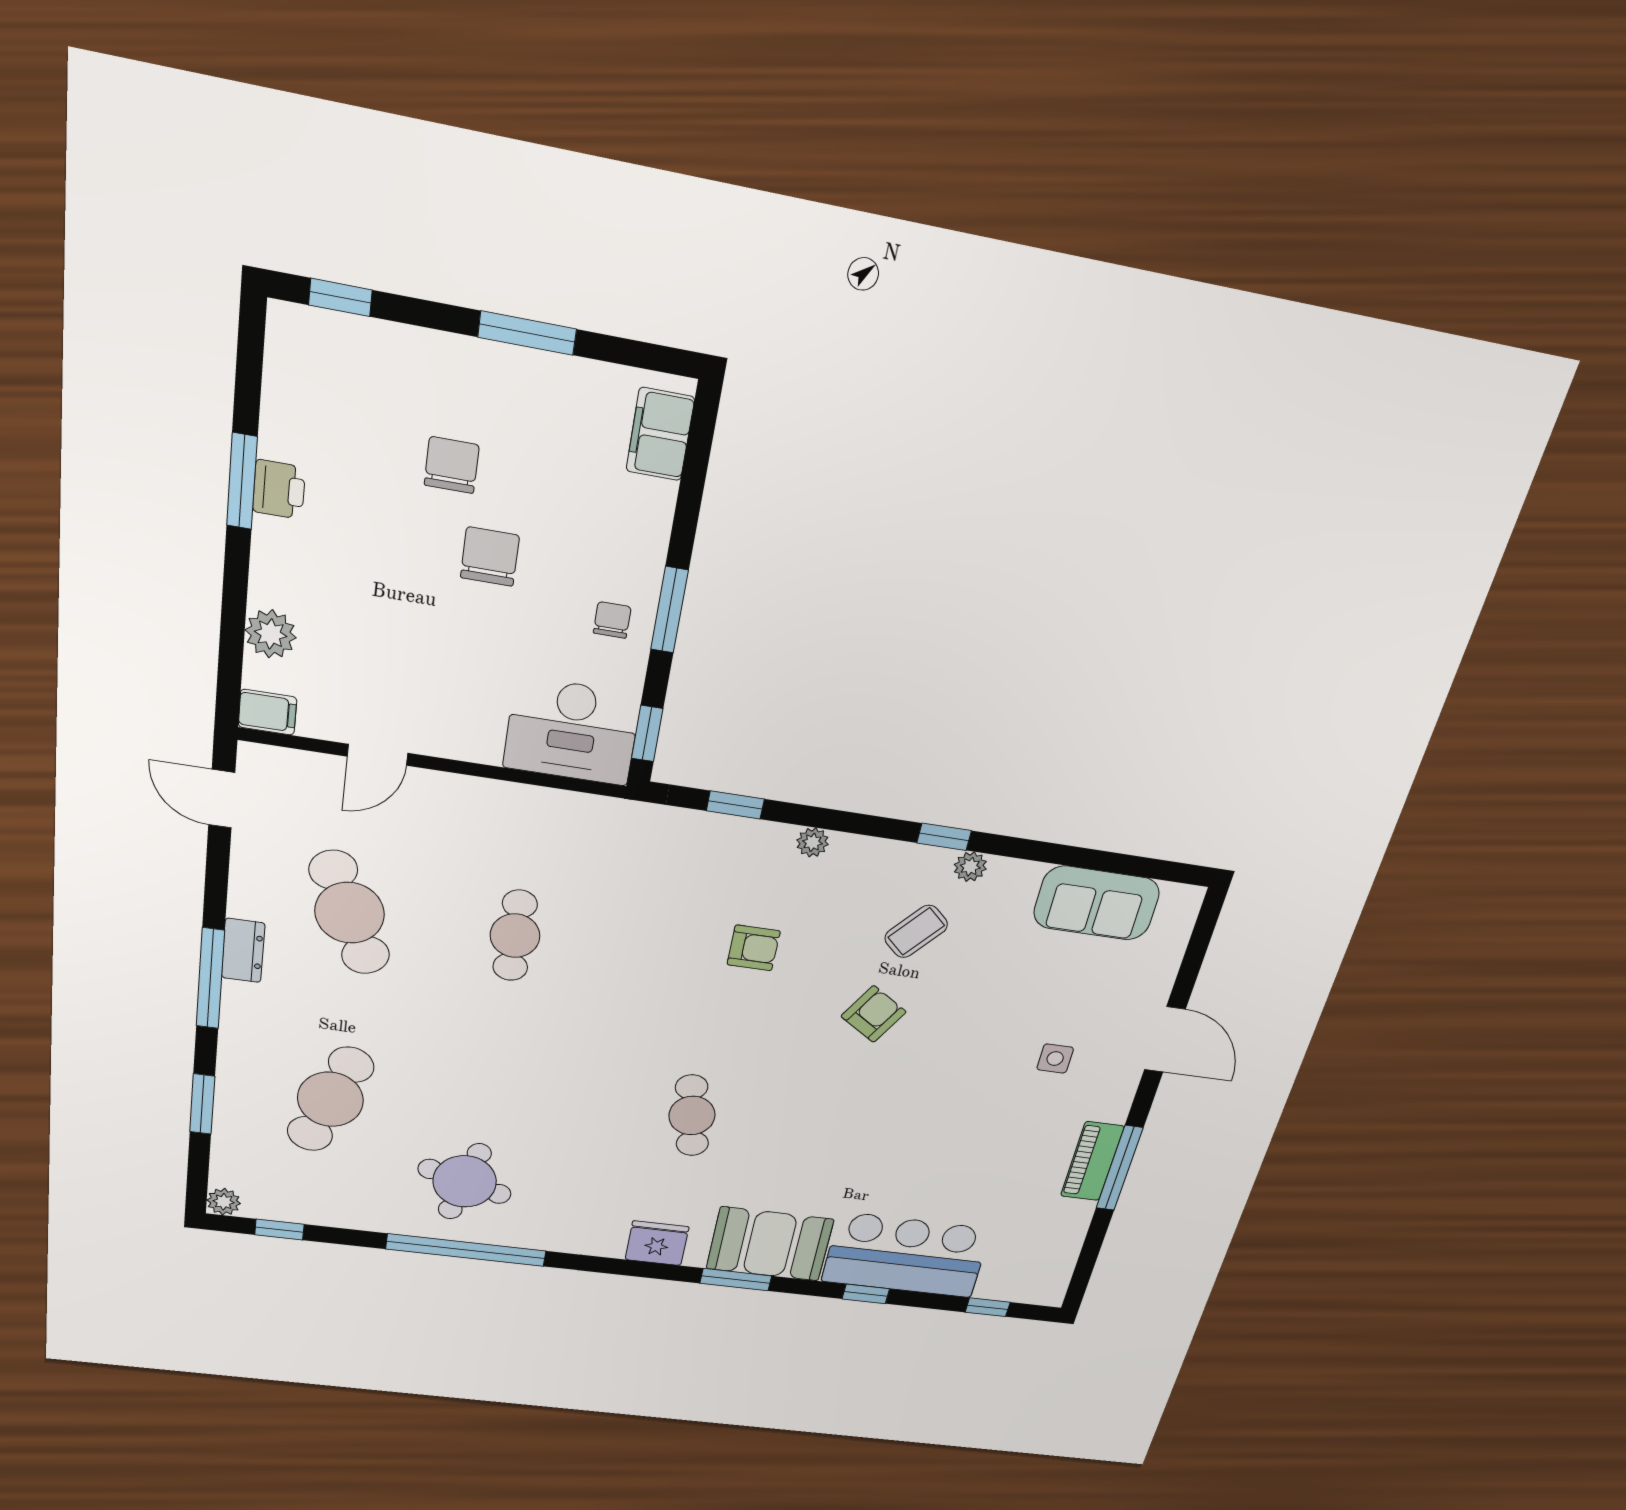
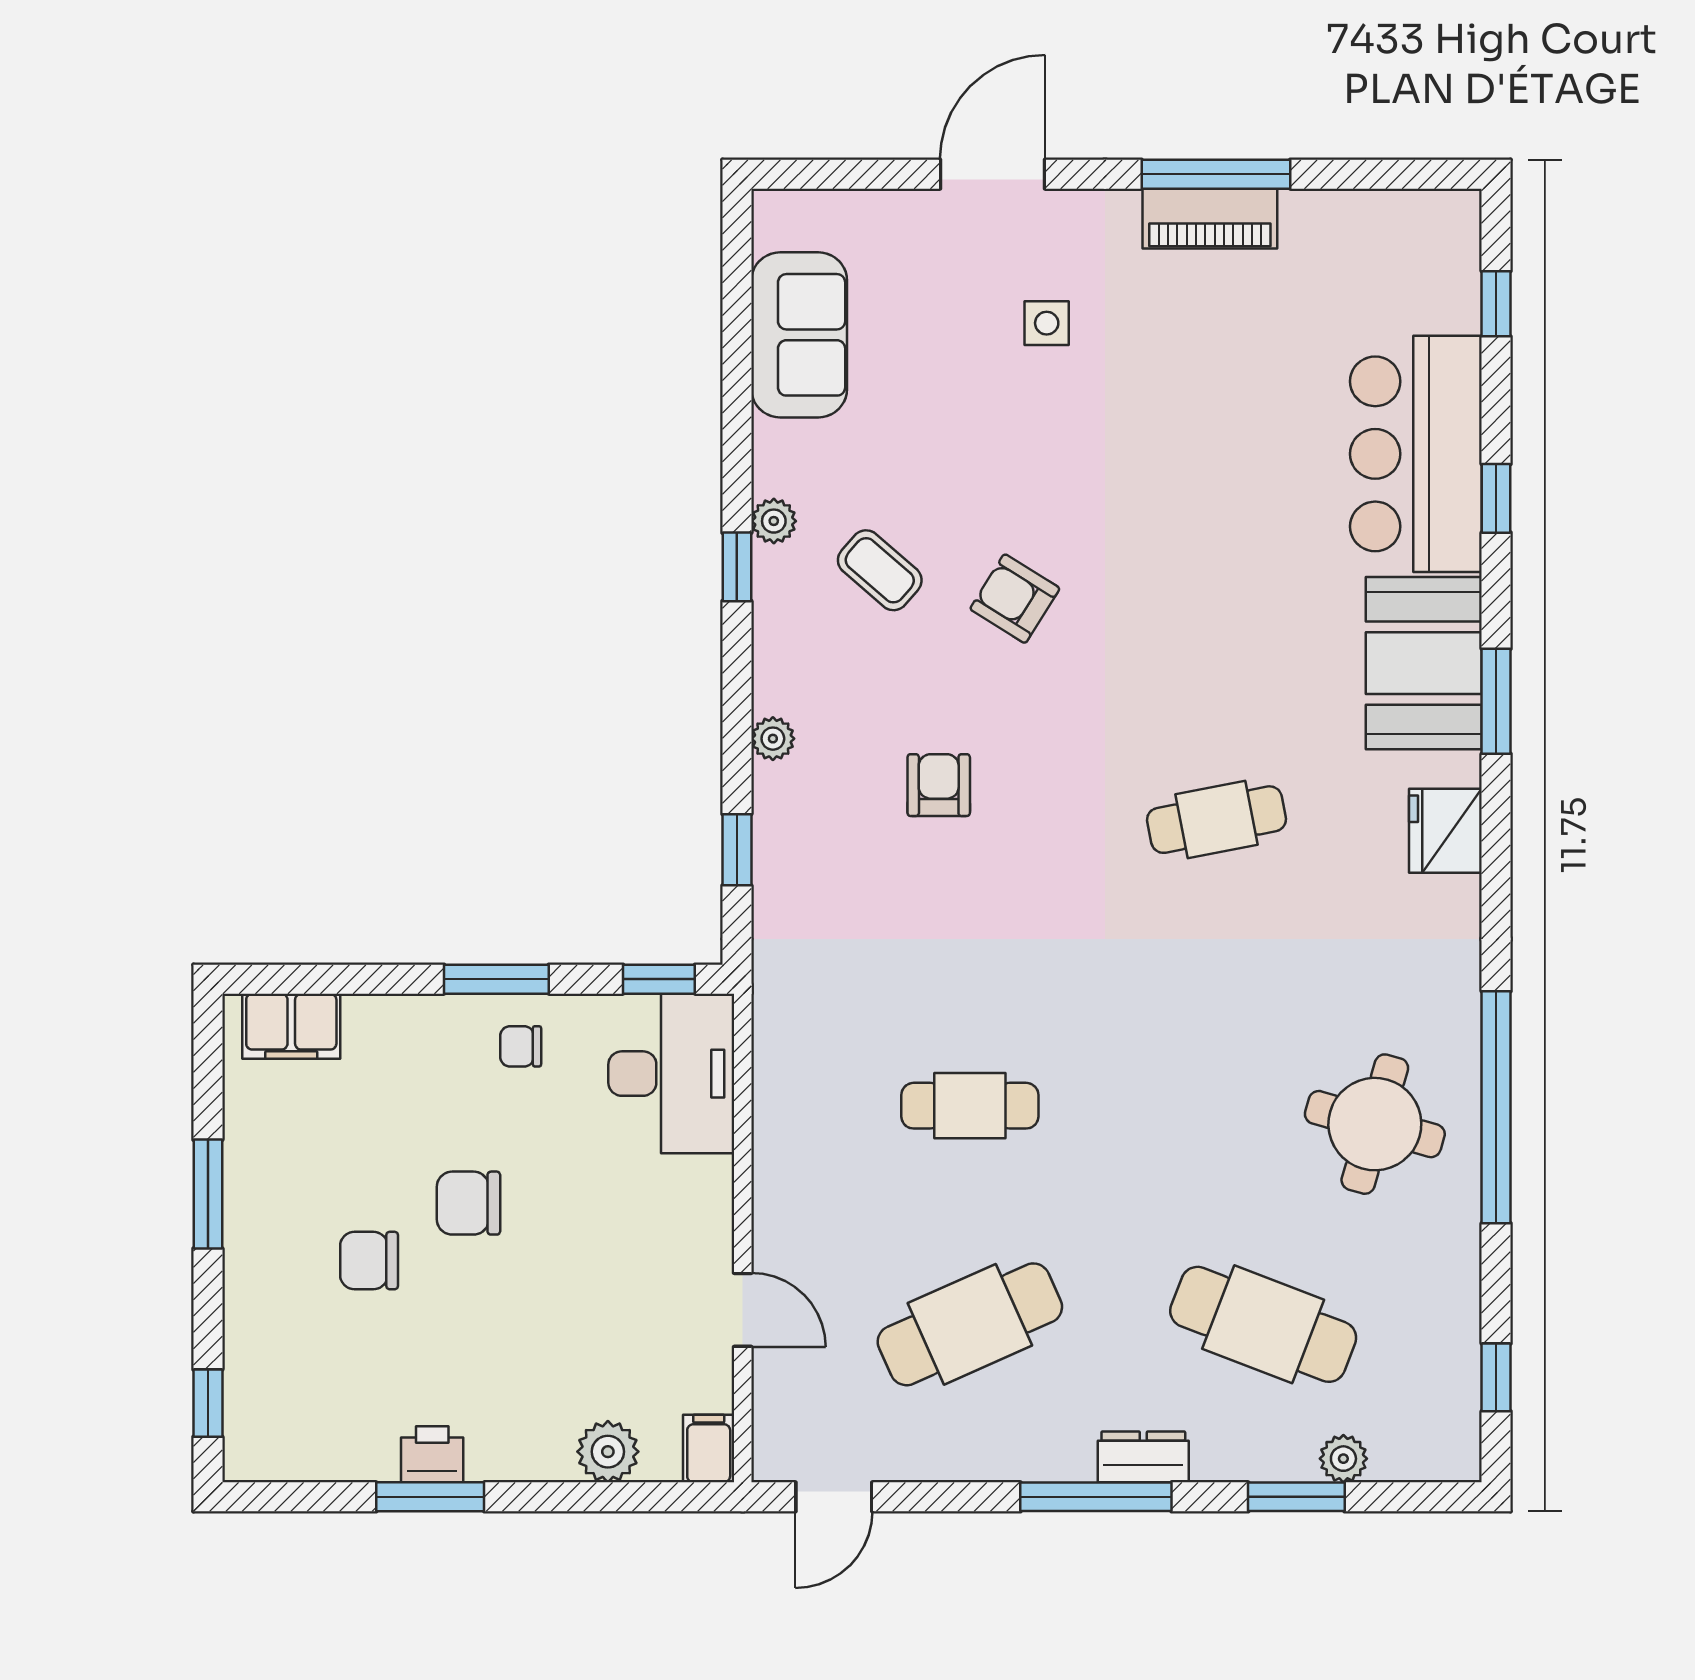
dresser: (243, 950) -> (1143, 1457), moved
plant: (224, 1202) -> (1343, 1459), moved

